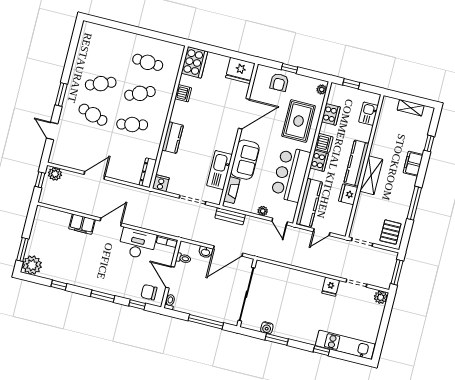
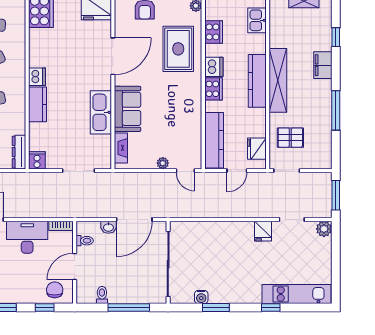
dishwasher: (183, 93) -> (37, 77), moved
kitchen sink: (219, 170) -> (101, 112), moved
bar counter: (291, 174) -> (185, 113), removed
shelving: (371, 175) -> (278, 80), width x1.47
fridge: (348, 194) -> (257, 149), moved
bench: (230, 216) -> (127, 179), removed
pallet: (390, 232) -> (290, 138), moved, turned 90
door: (170, 277) -> (75, 266), hinge flipped
chair: (149, 292) -> (55, 290), turned 90
toilet: (170, 302) -> (102, 295), moved

